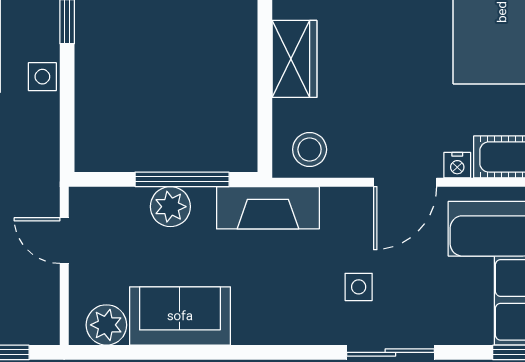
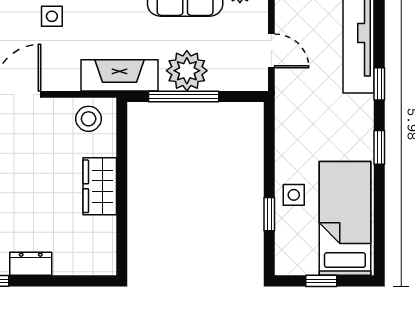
side table: (42, 77) -> (294, 195), moved
plant: (170, 207) -> (187, 71), width x1.36, depth x1.36

